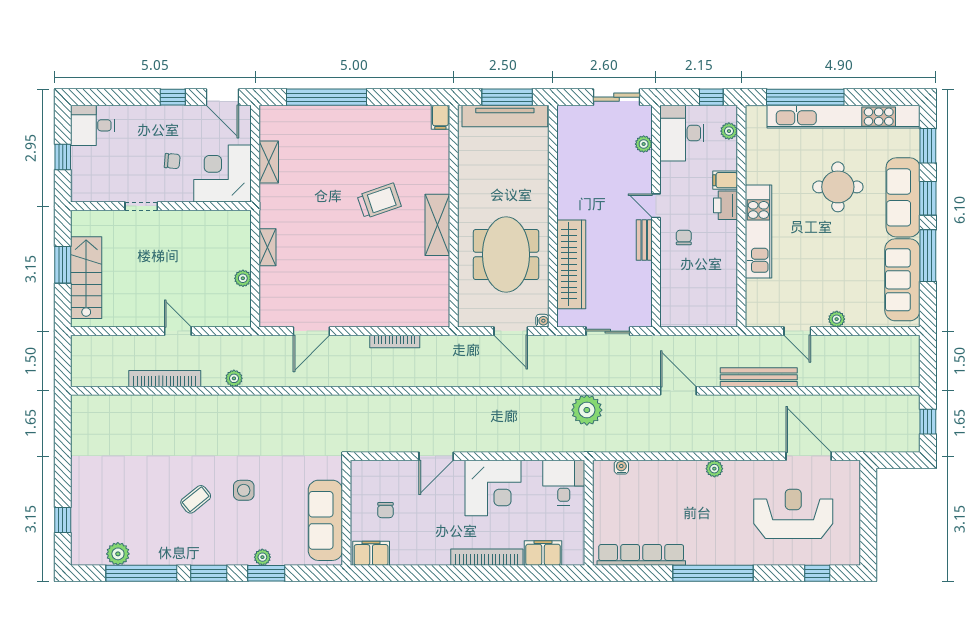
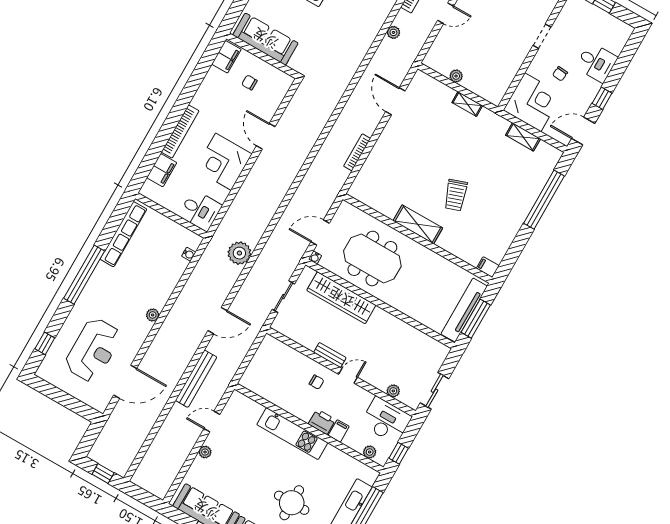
desk: (93, 125) -> (596, 62), moved, turned 90

